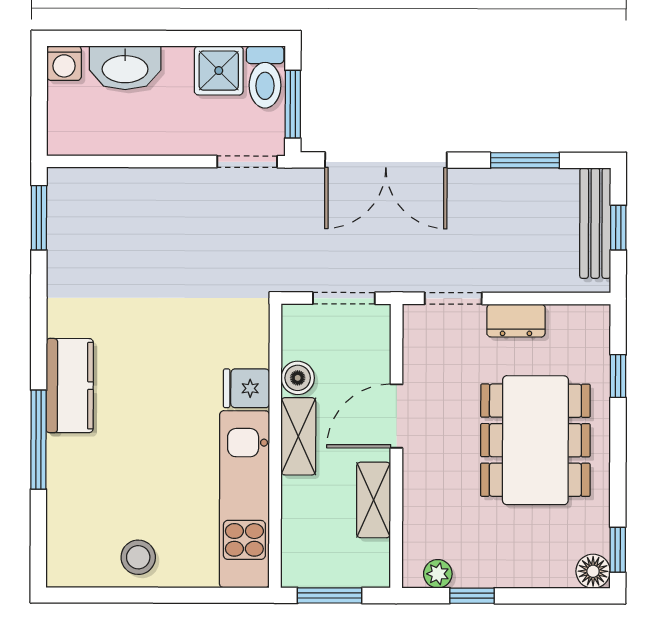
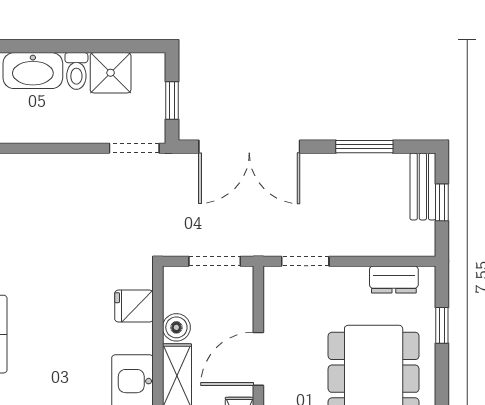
toilet: (265, 77) -> (76, 71), moved, width x0.73, depth x0.72
window: (293, 104) -> (172, 100), width x0.67
bench: (595, 223) -> (423, 186), width x0.73
dresser: (516, 321) -> (394, 280), moved
fridge: (246, 388) -> (134, 306), moved

